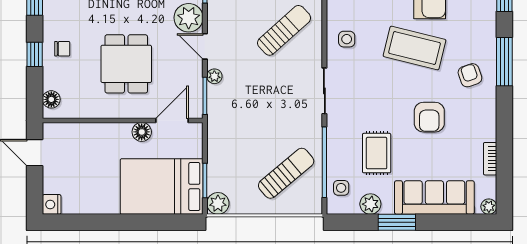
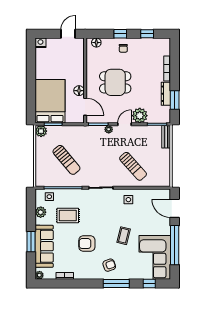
coffee table: (415, 48) -> (124, 236), width x0.54, depth x0.58
sun lounger: (286, 173) -> (66, 160), moved
window: (397, 222) -> (31, 242), moved

